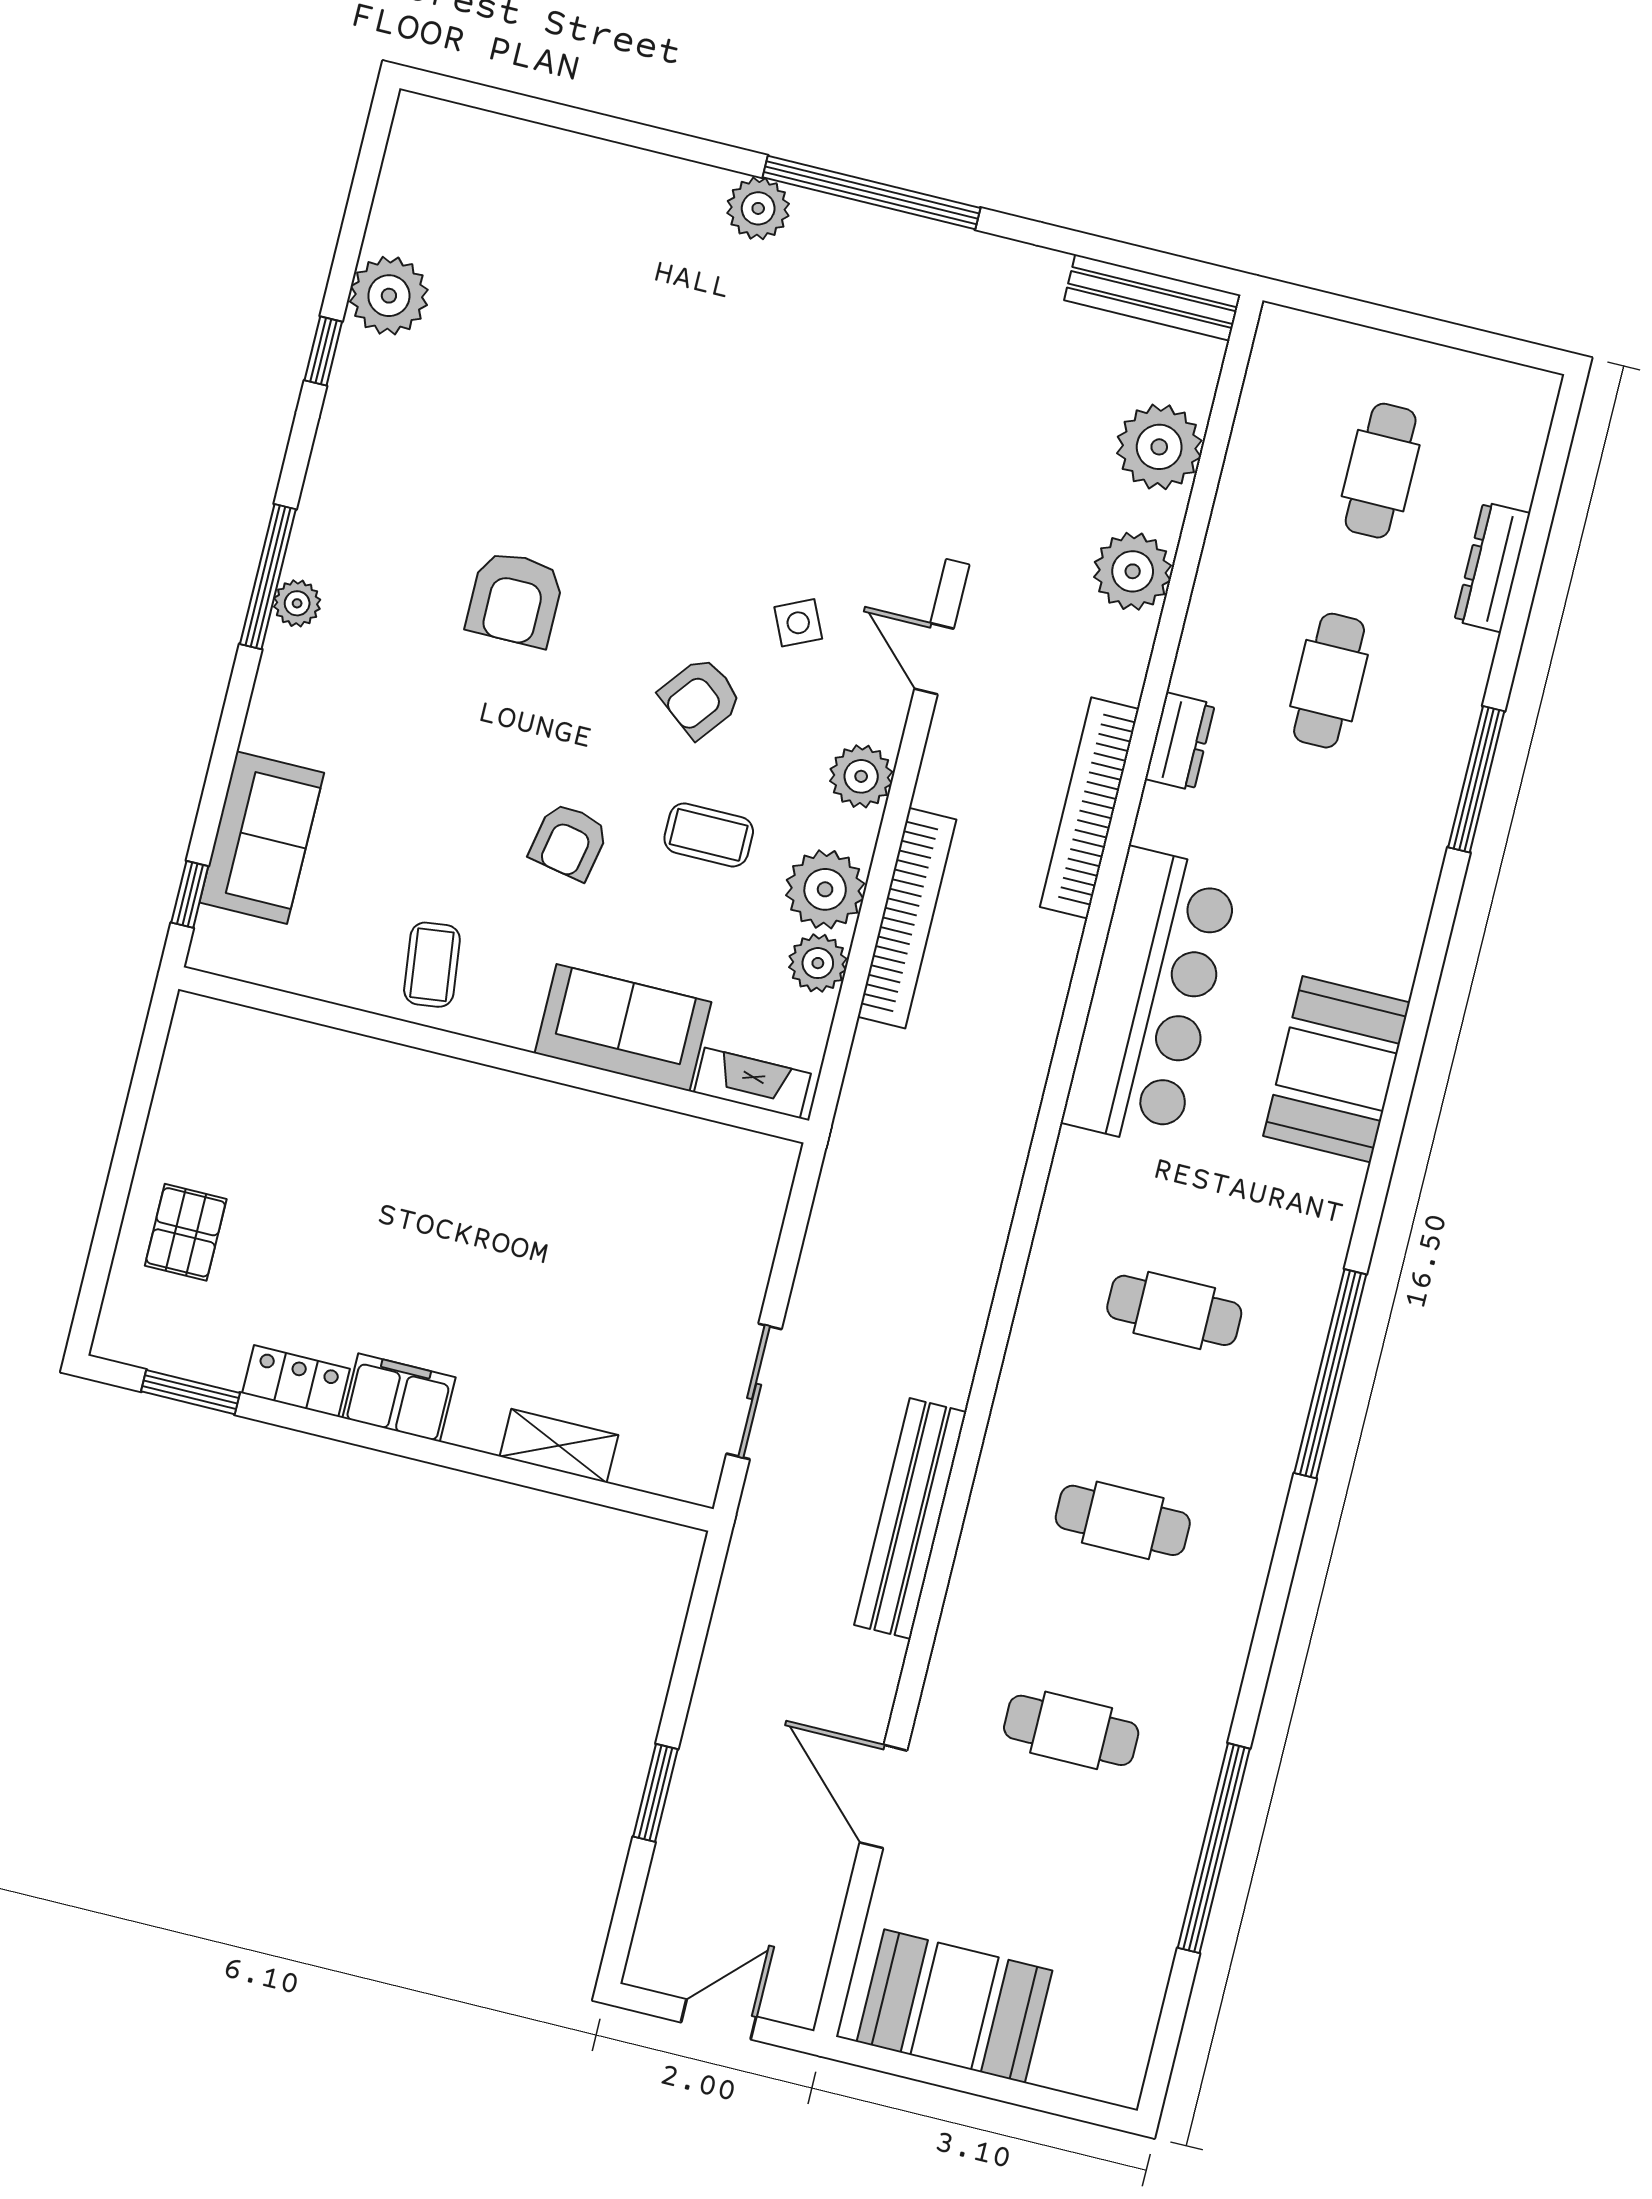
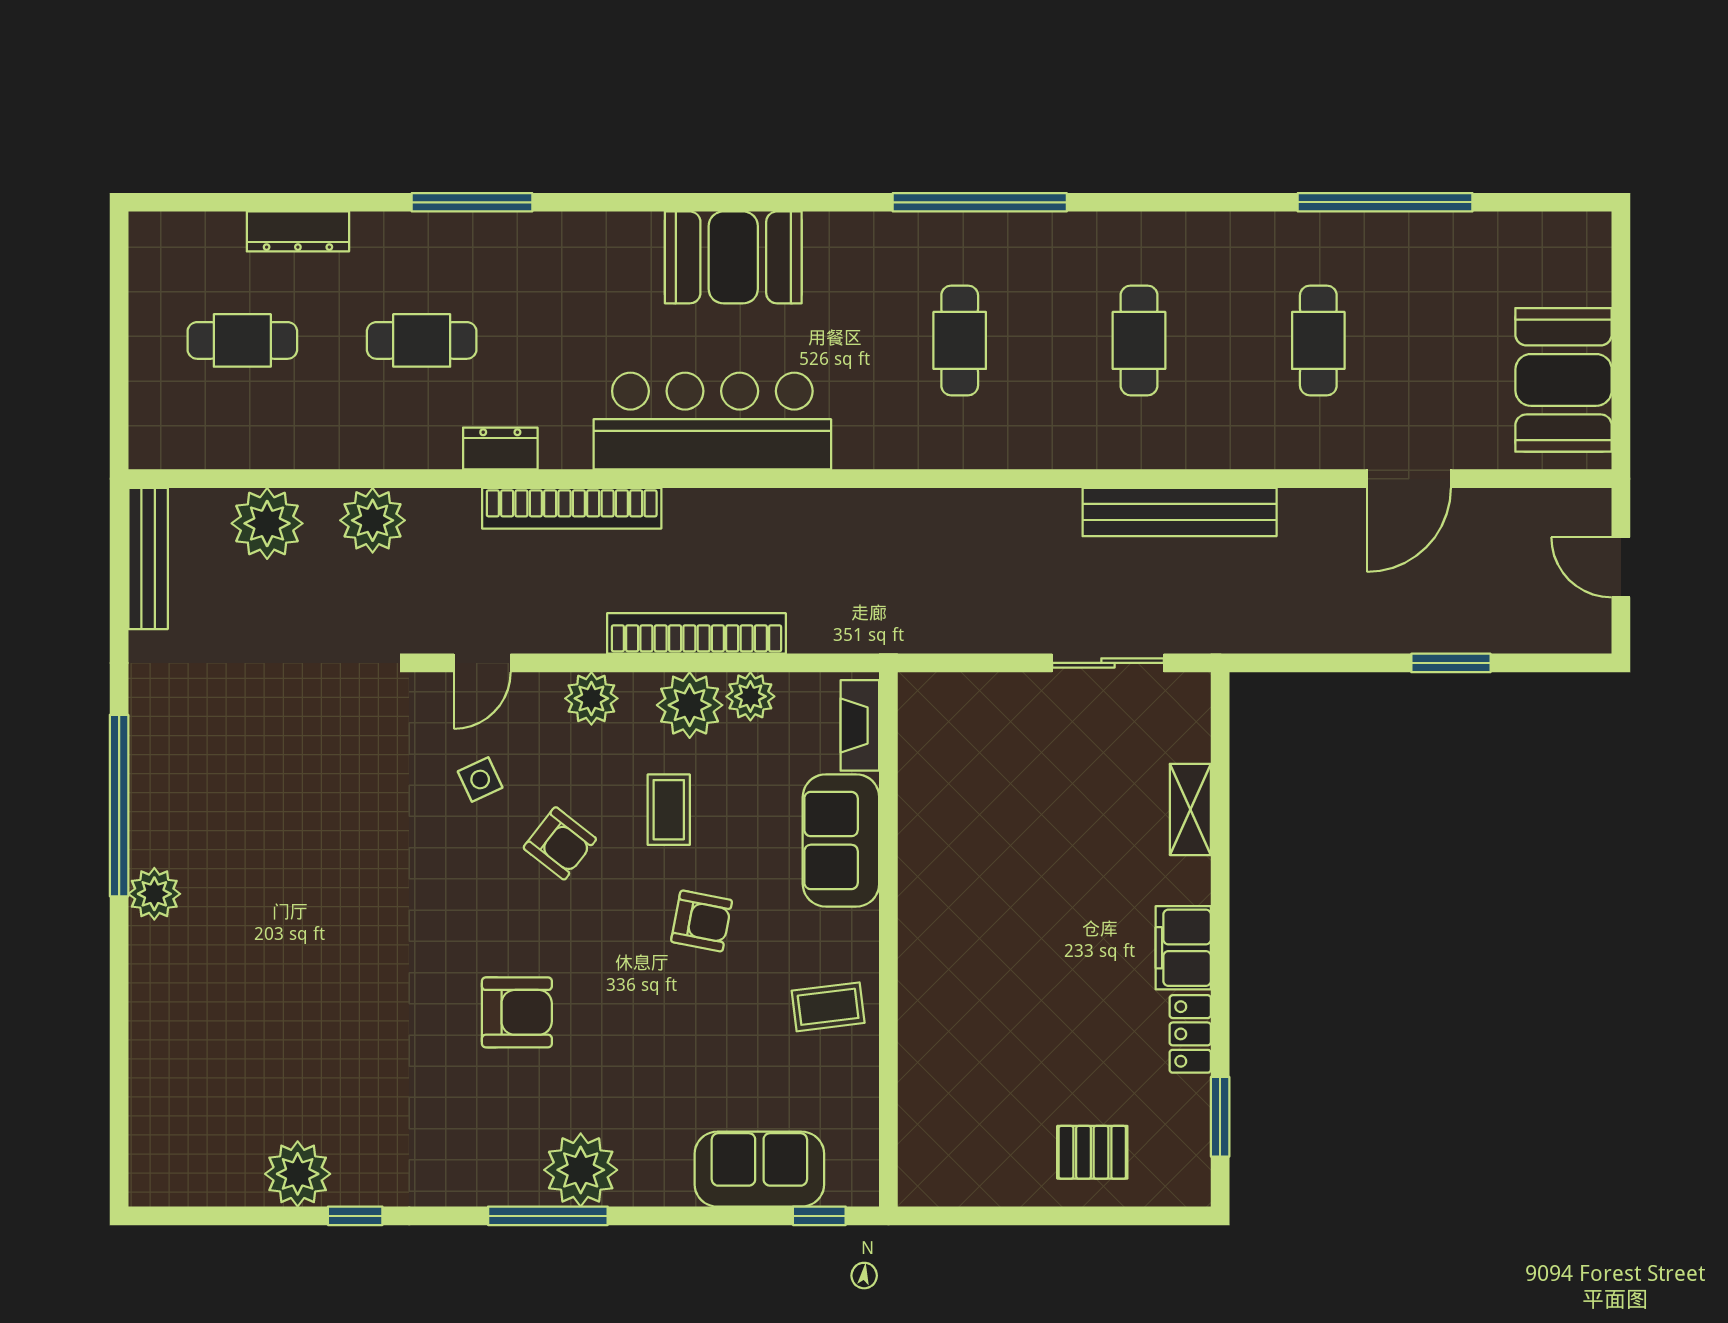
plant: (297, 603) -> (581, 1170), width x1.88, depth x1.88

